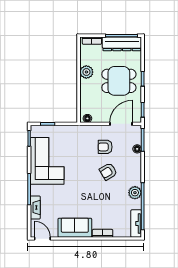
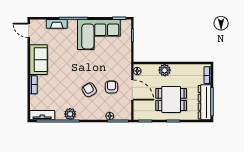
plant: (86, 72) -> (165, 70), moved
dining table: (119, 81) -> (171, 99), turned 90
door: (121, 124) -> (132, 90), moved
door: (42, 239) -> (29, 30), swing flipped

